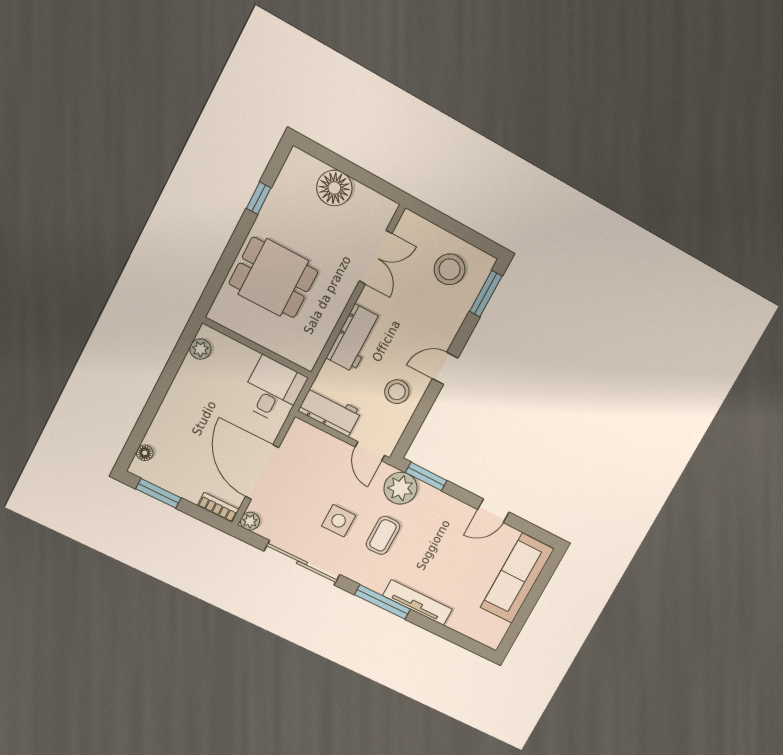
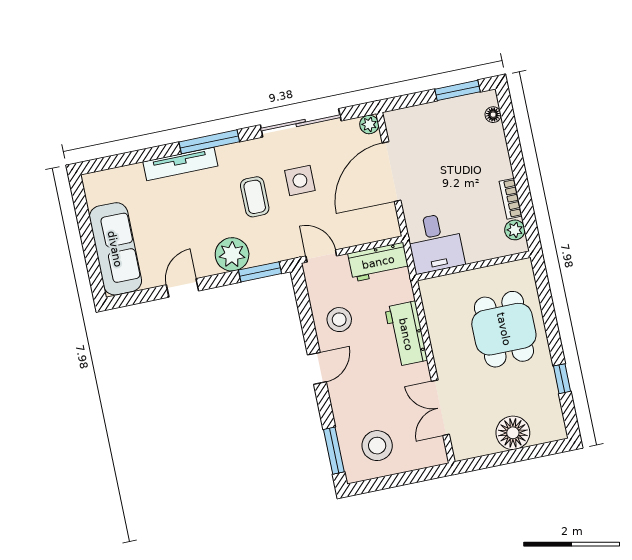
dining table: (273, 278) -> (504, 329), turned 90
door: (262, 472) -> (392, 172), swing flipped
plant: (400, 488) -> (232, 254), moved
bookcase: (218, 507) -> (511, 199), moved, turned 90

